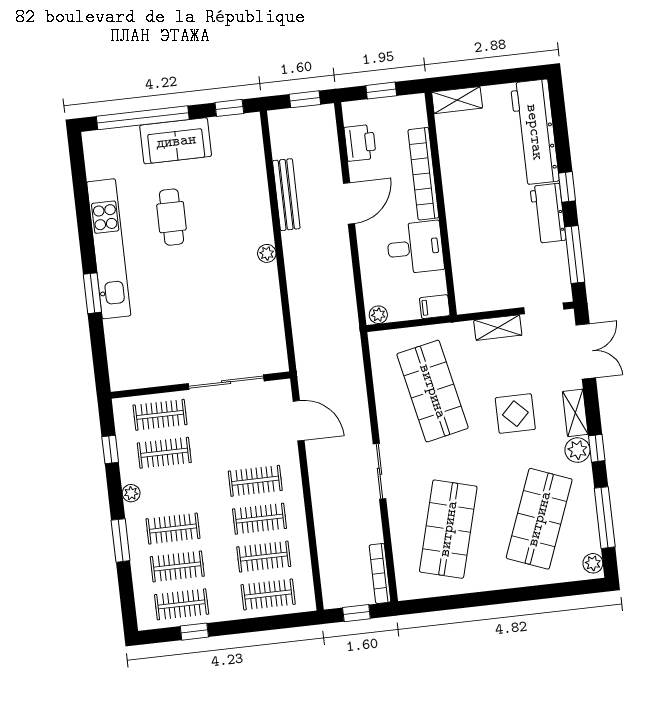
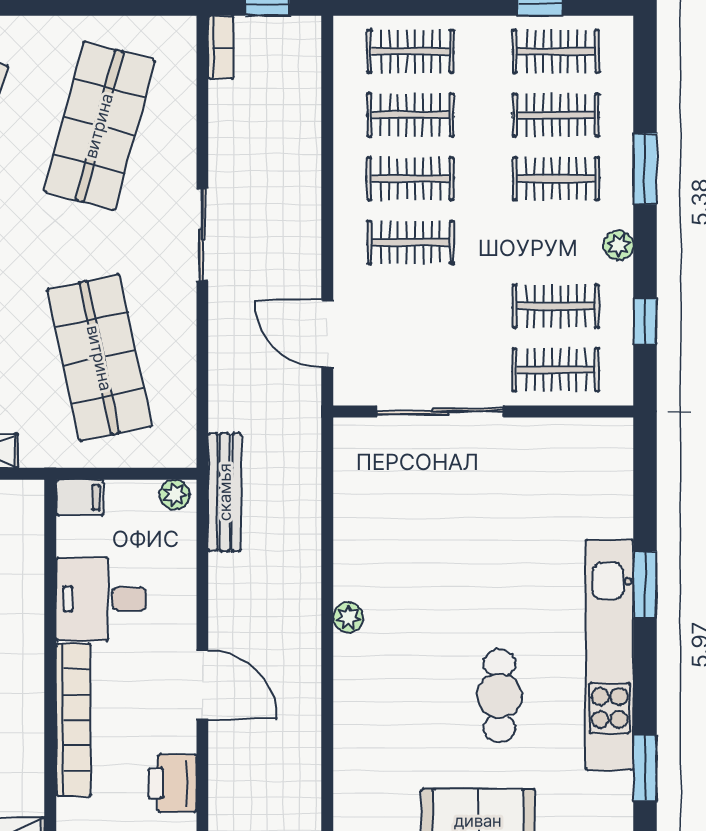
window: (80, 184) -> (645, 768), added
bench: (286, 195) -> (225, 492), moved
door: (349, 203) -> (202, 685), swing flipped
bookcase: (380, 574) -> (221, 47), width x0.64

